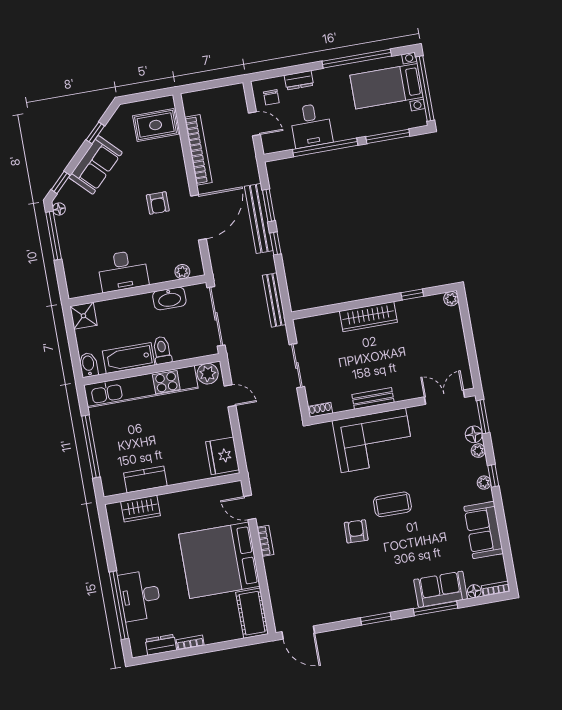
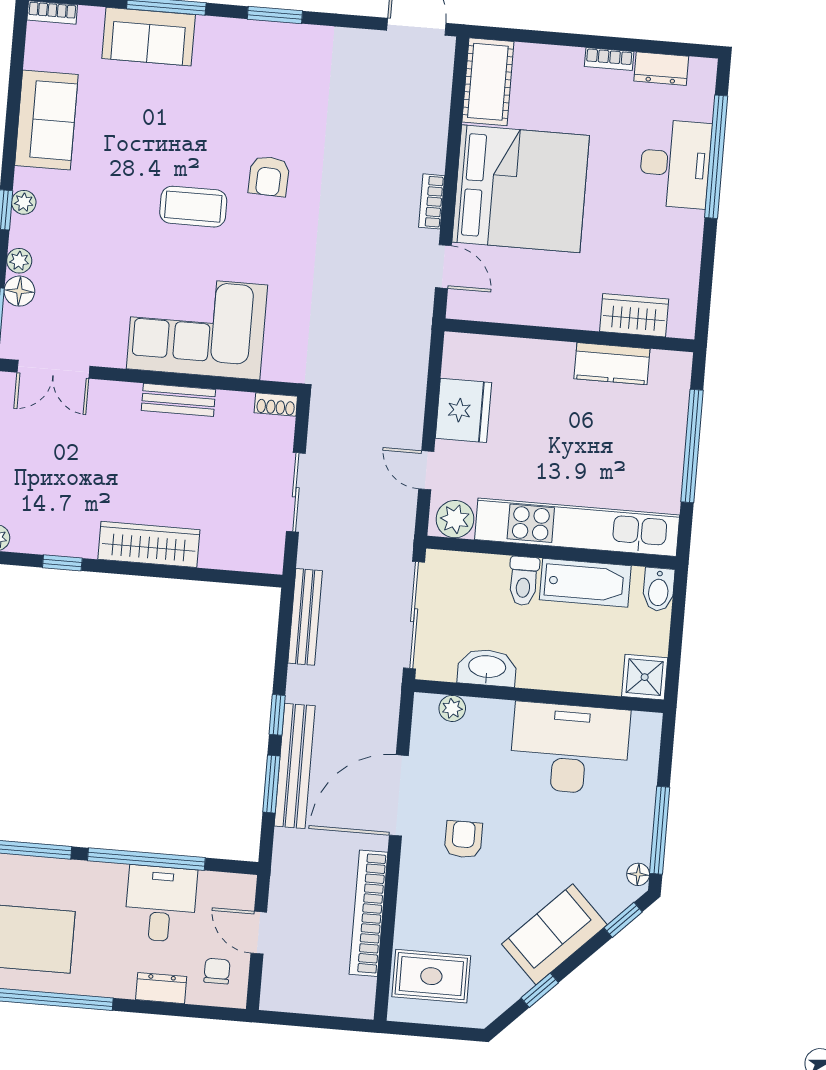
desk: (123, 271) -> (570, 749), width x1.36, depth x1.30
fridge: (223, 456) -> (463, 410), moved
floor lamp: (474, 591) -> (91, 18), removed

